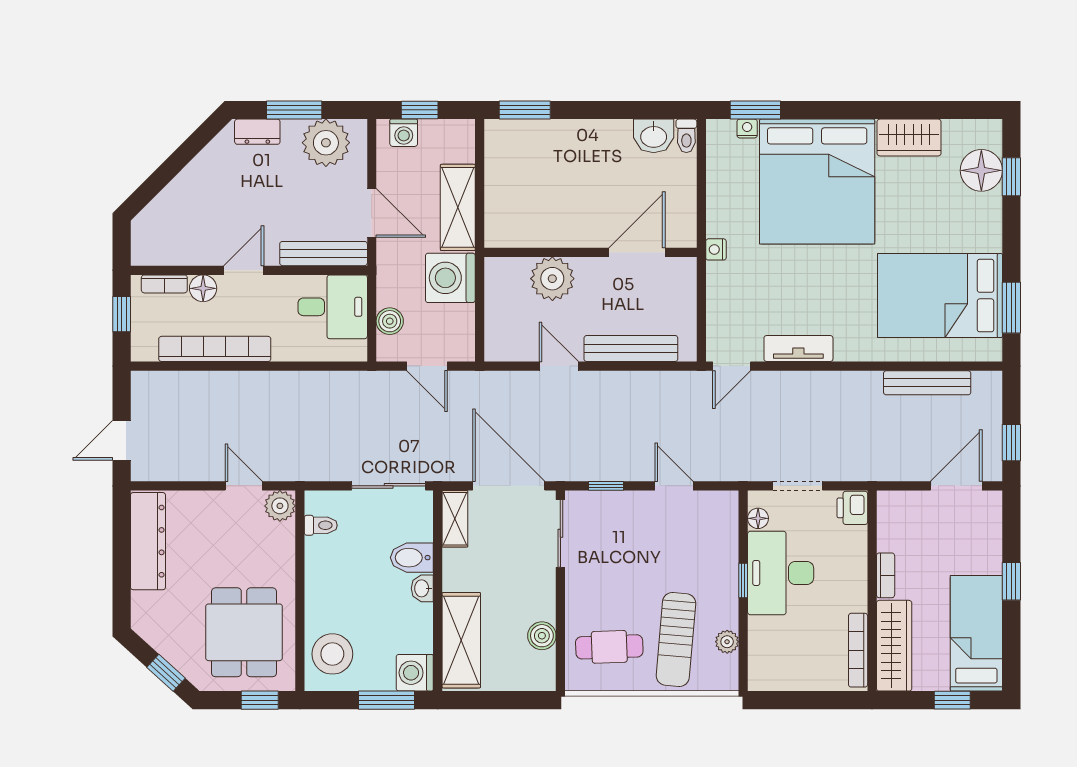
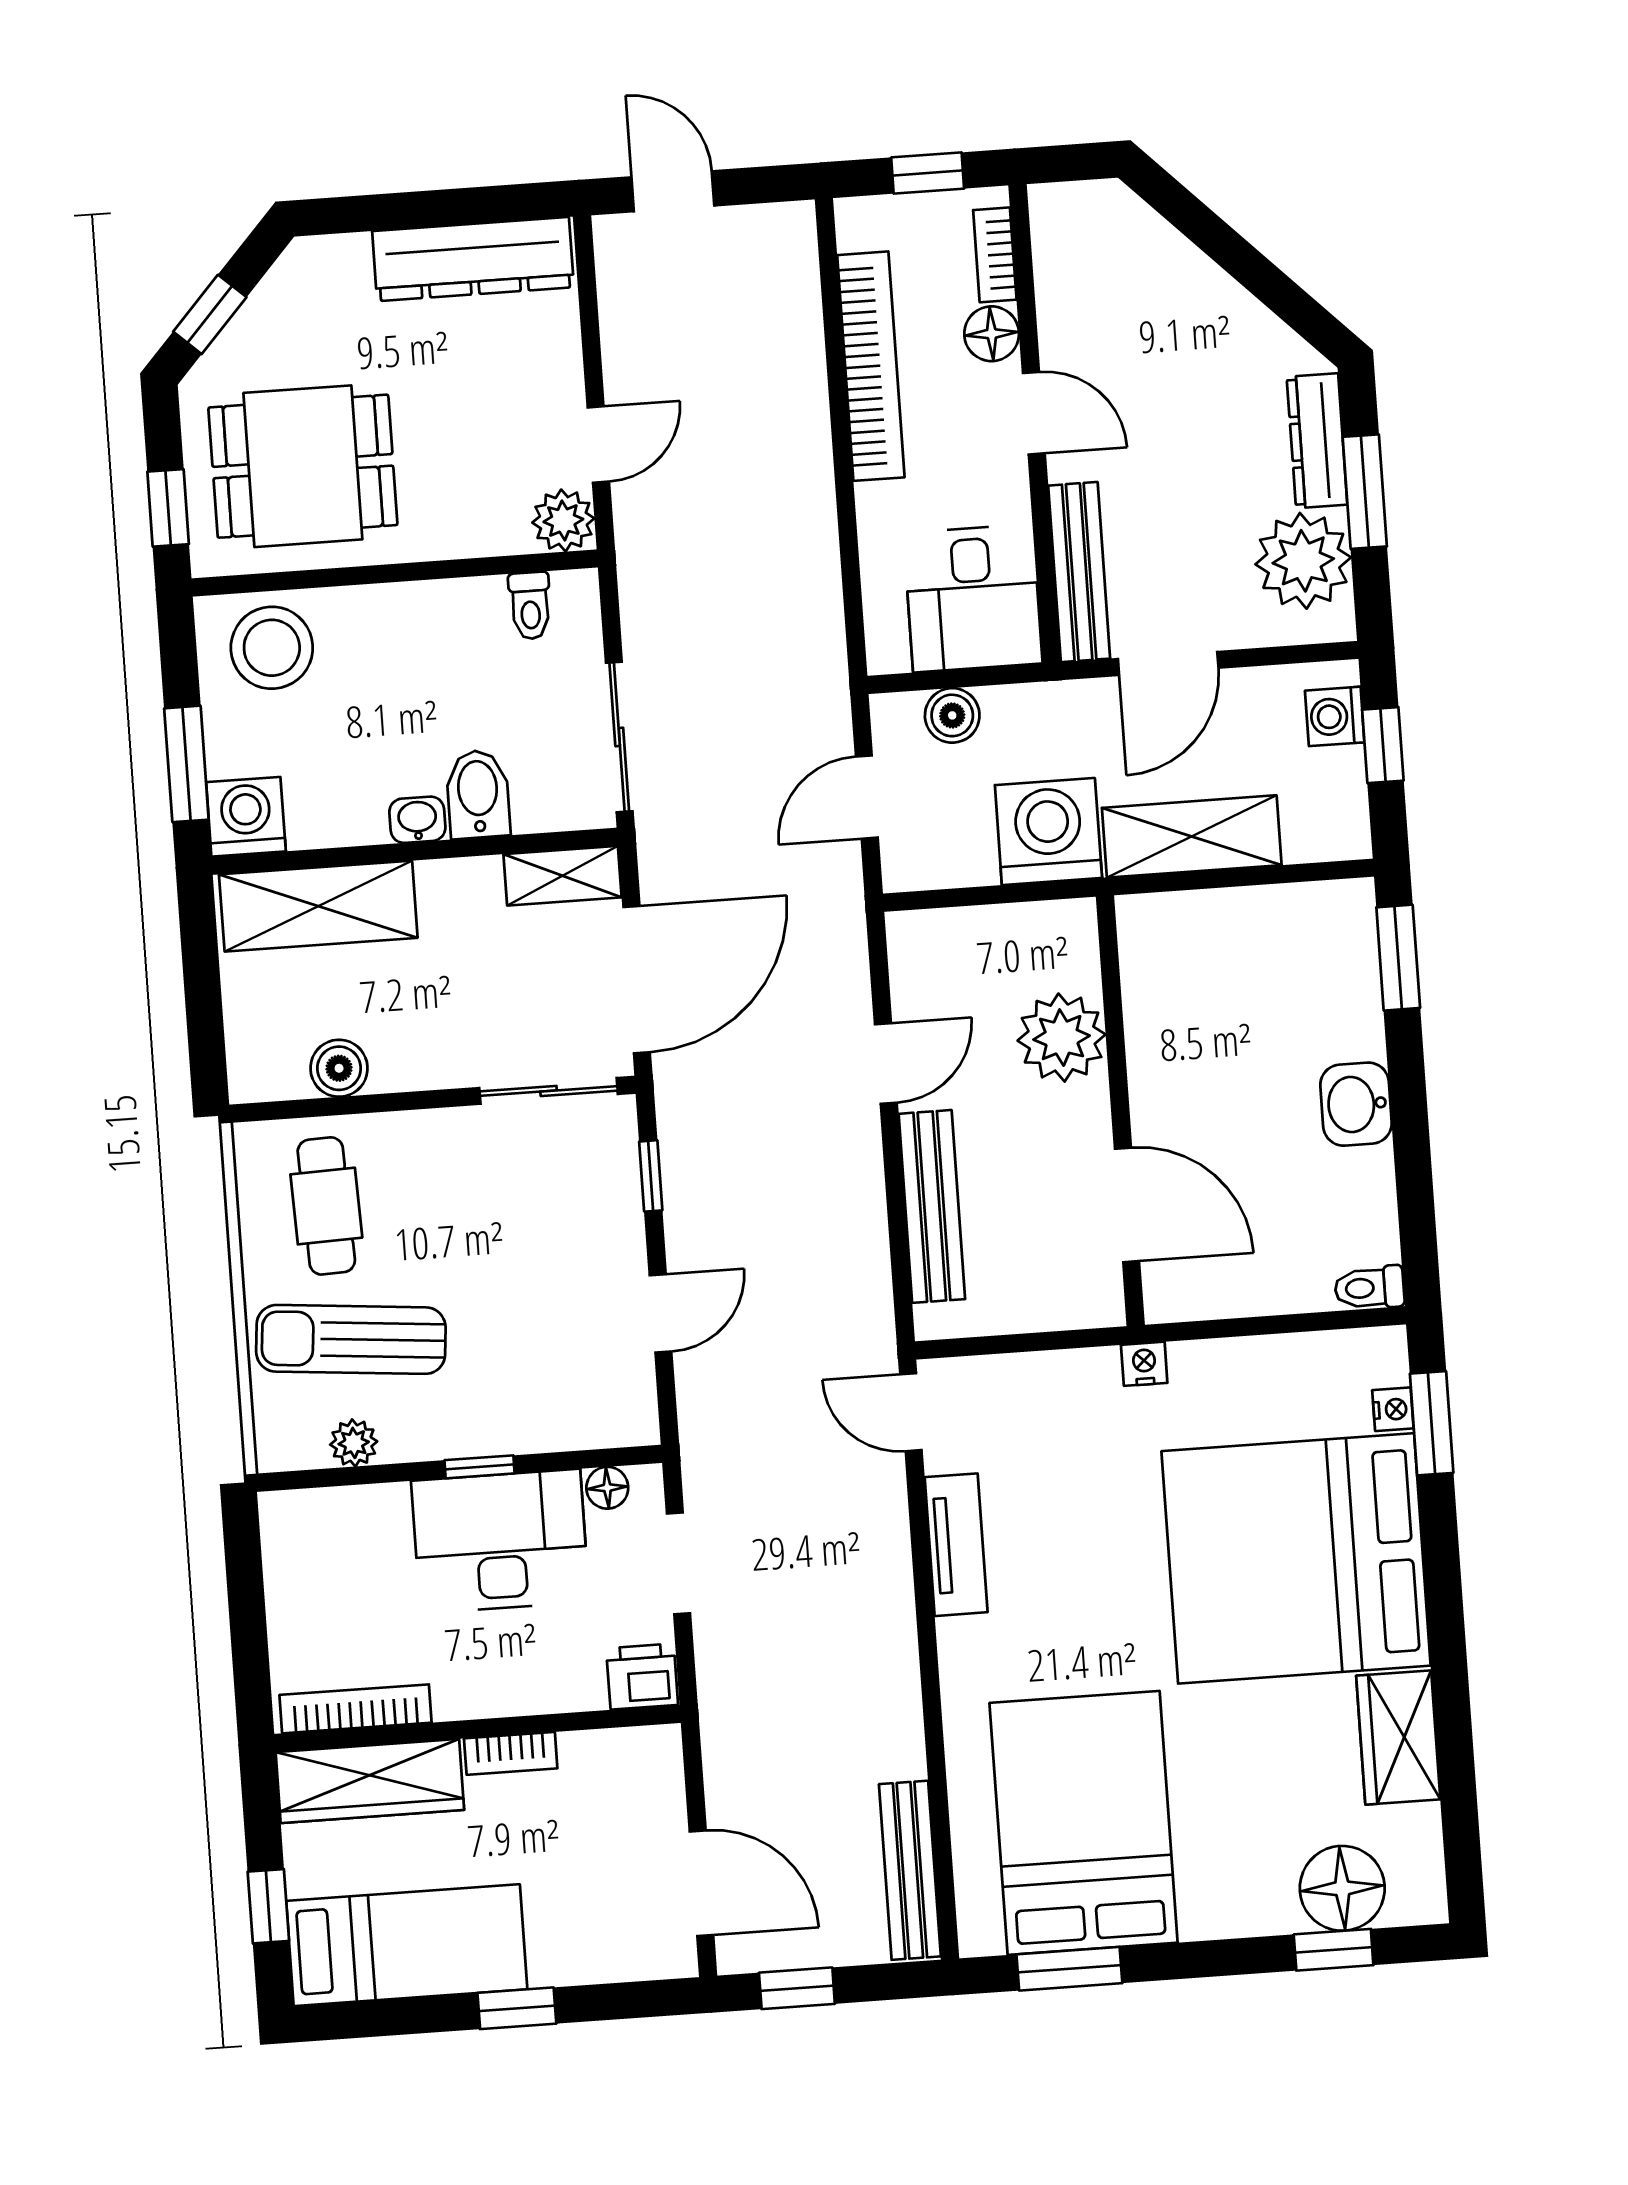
dresser: (257, 132) -> (1317, 441), width x1.44
washbasin: (654, 136) -> (1356, 1104), moved
bench: (927, 383) -> (910, 1870), moved

